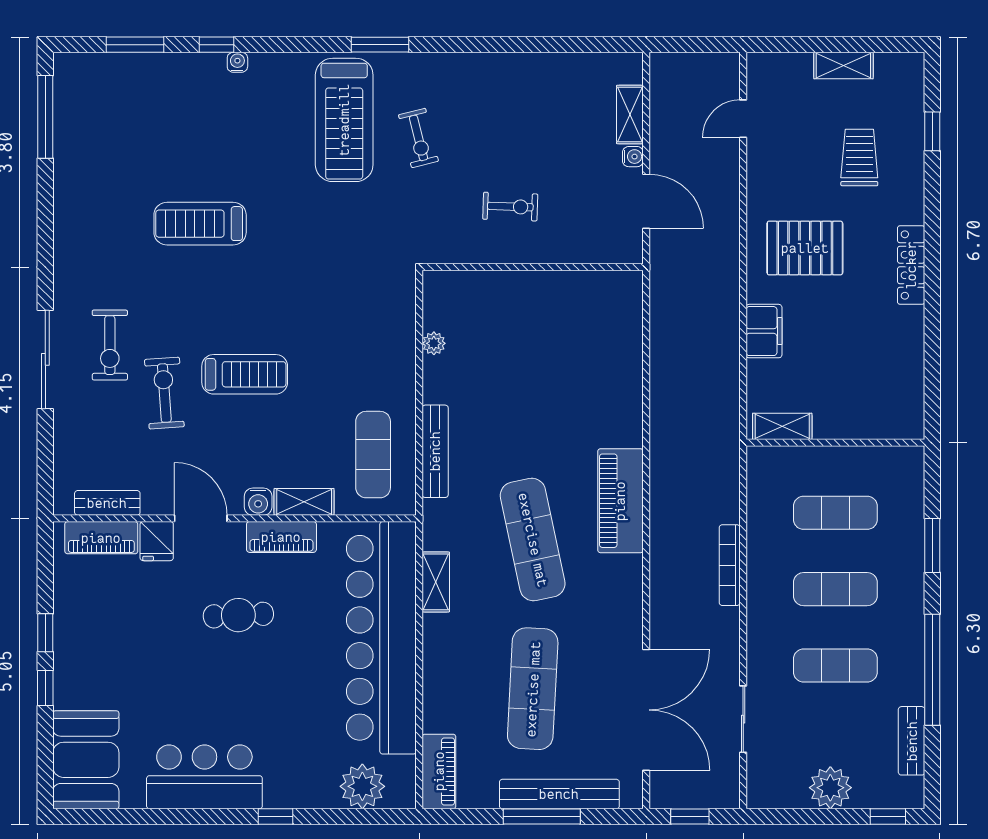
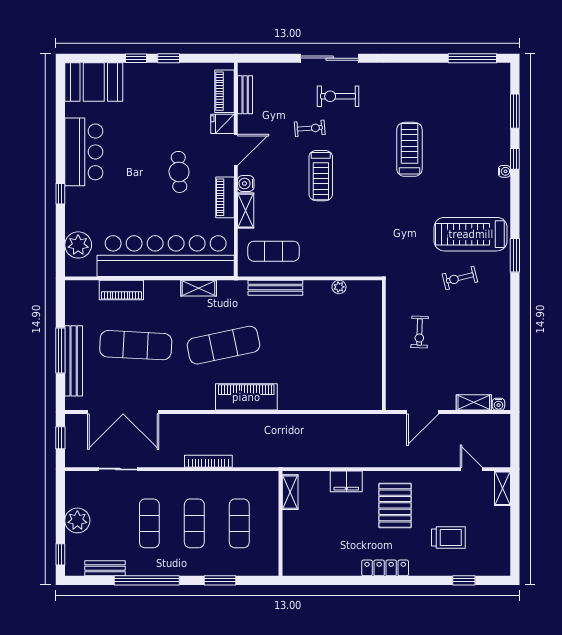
shelving: (843, 66) -> (503, 488), moved
water cooler: (633, 157) -> (498, 404), moved
exercise bike: (164, 393) -> (310, 128), width x0.73, depth x0.72
piano: (439, 771) -> (121, 290), moved

